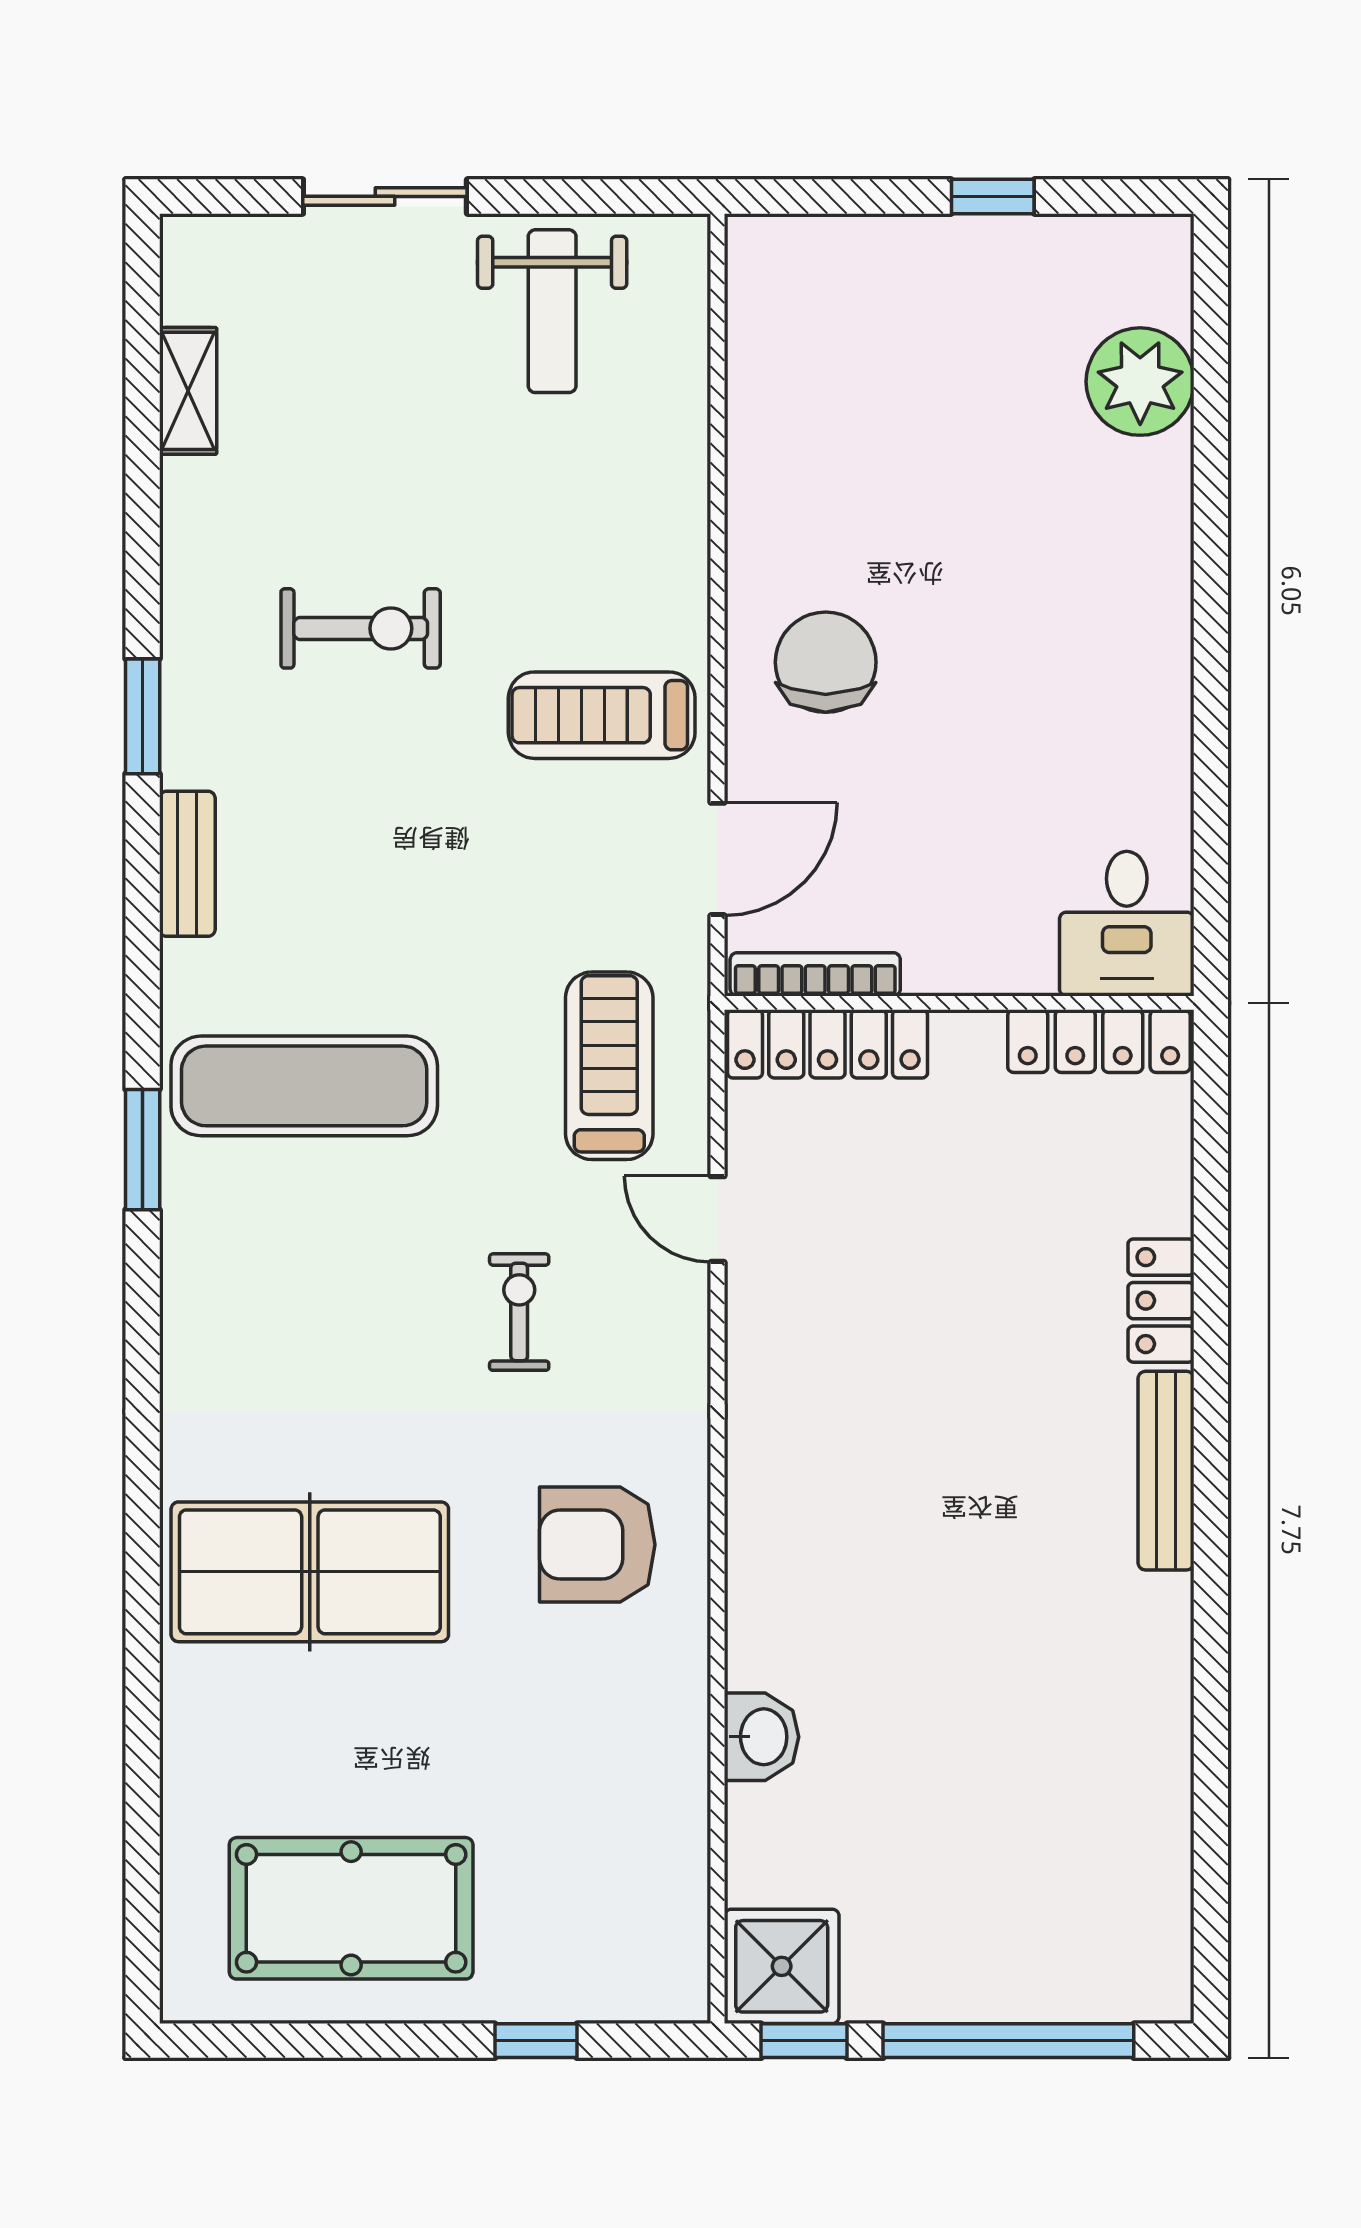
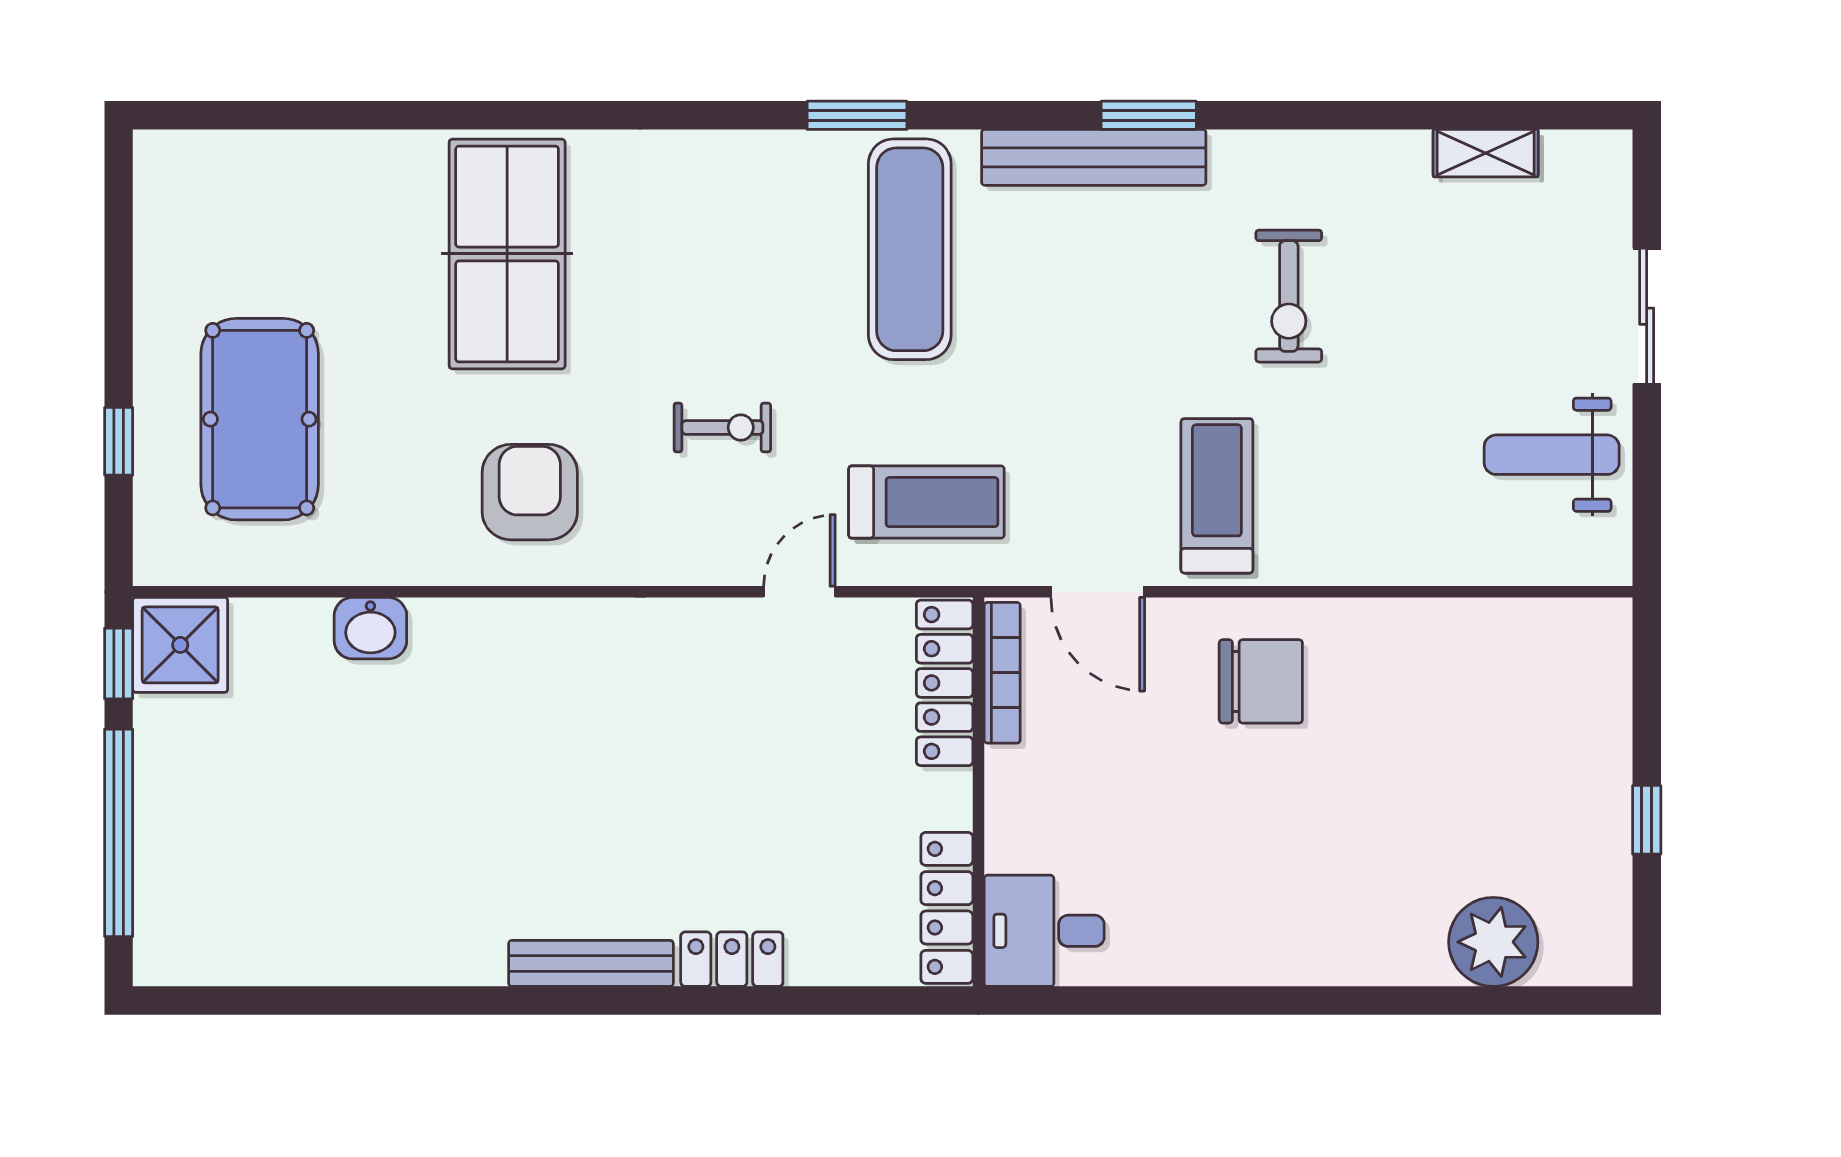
window: (143, 716) -> (1149, 115), moved
bench: (187, 864) -> (1094, 157), width x1.86, depth x1.21
pool table: (351, 1908) -> (260, 419), moved

